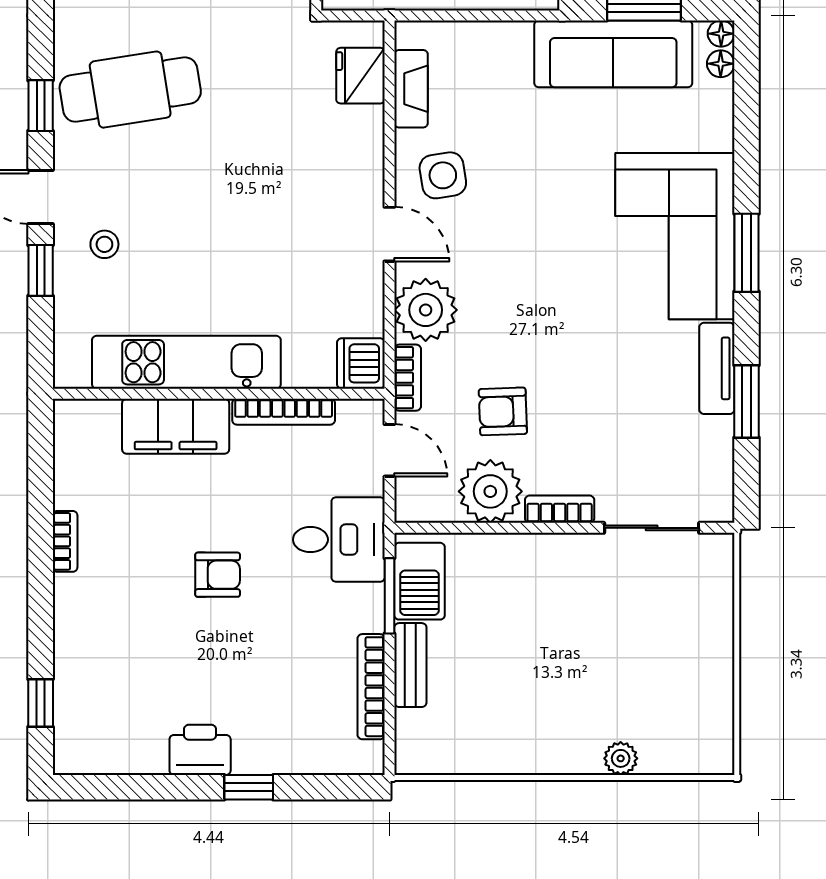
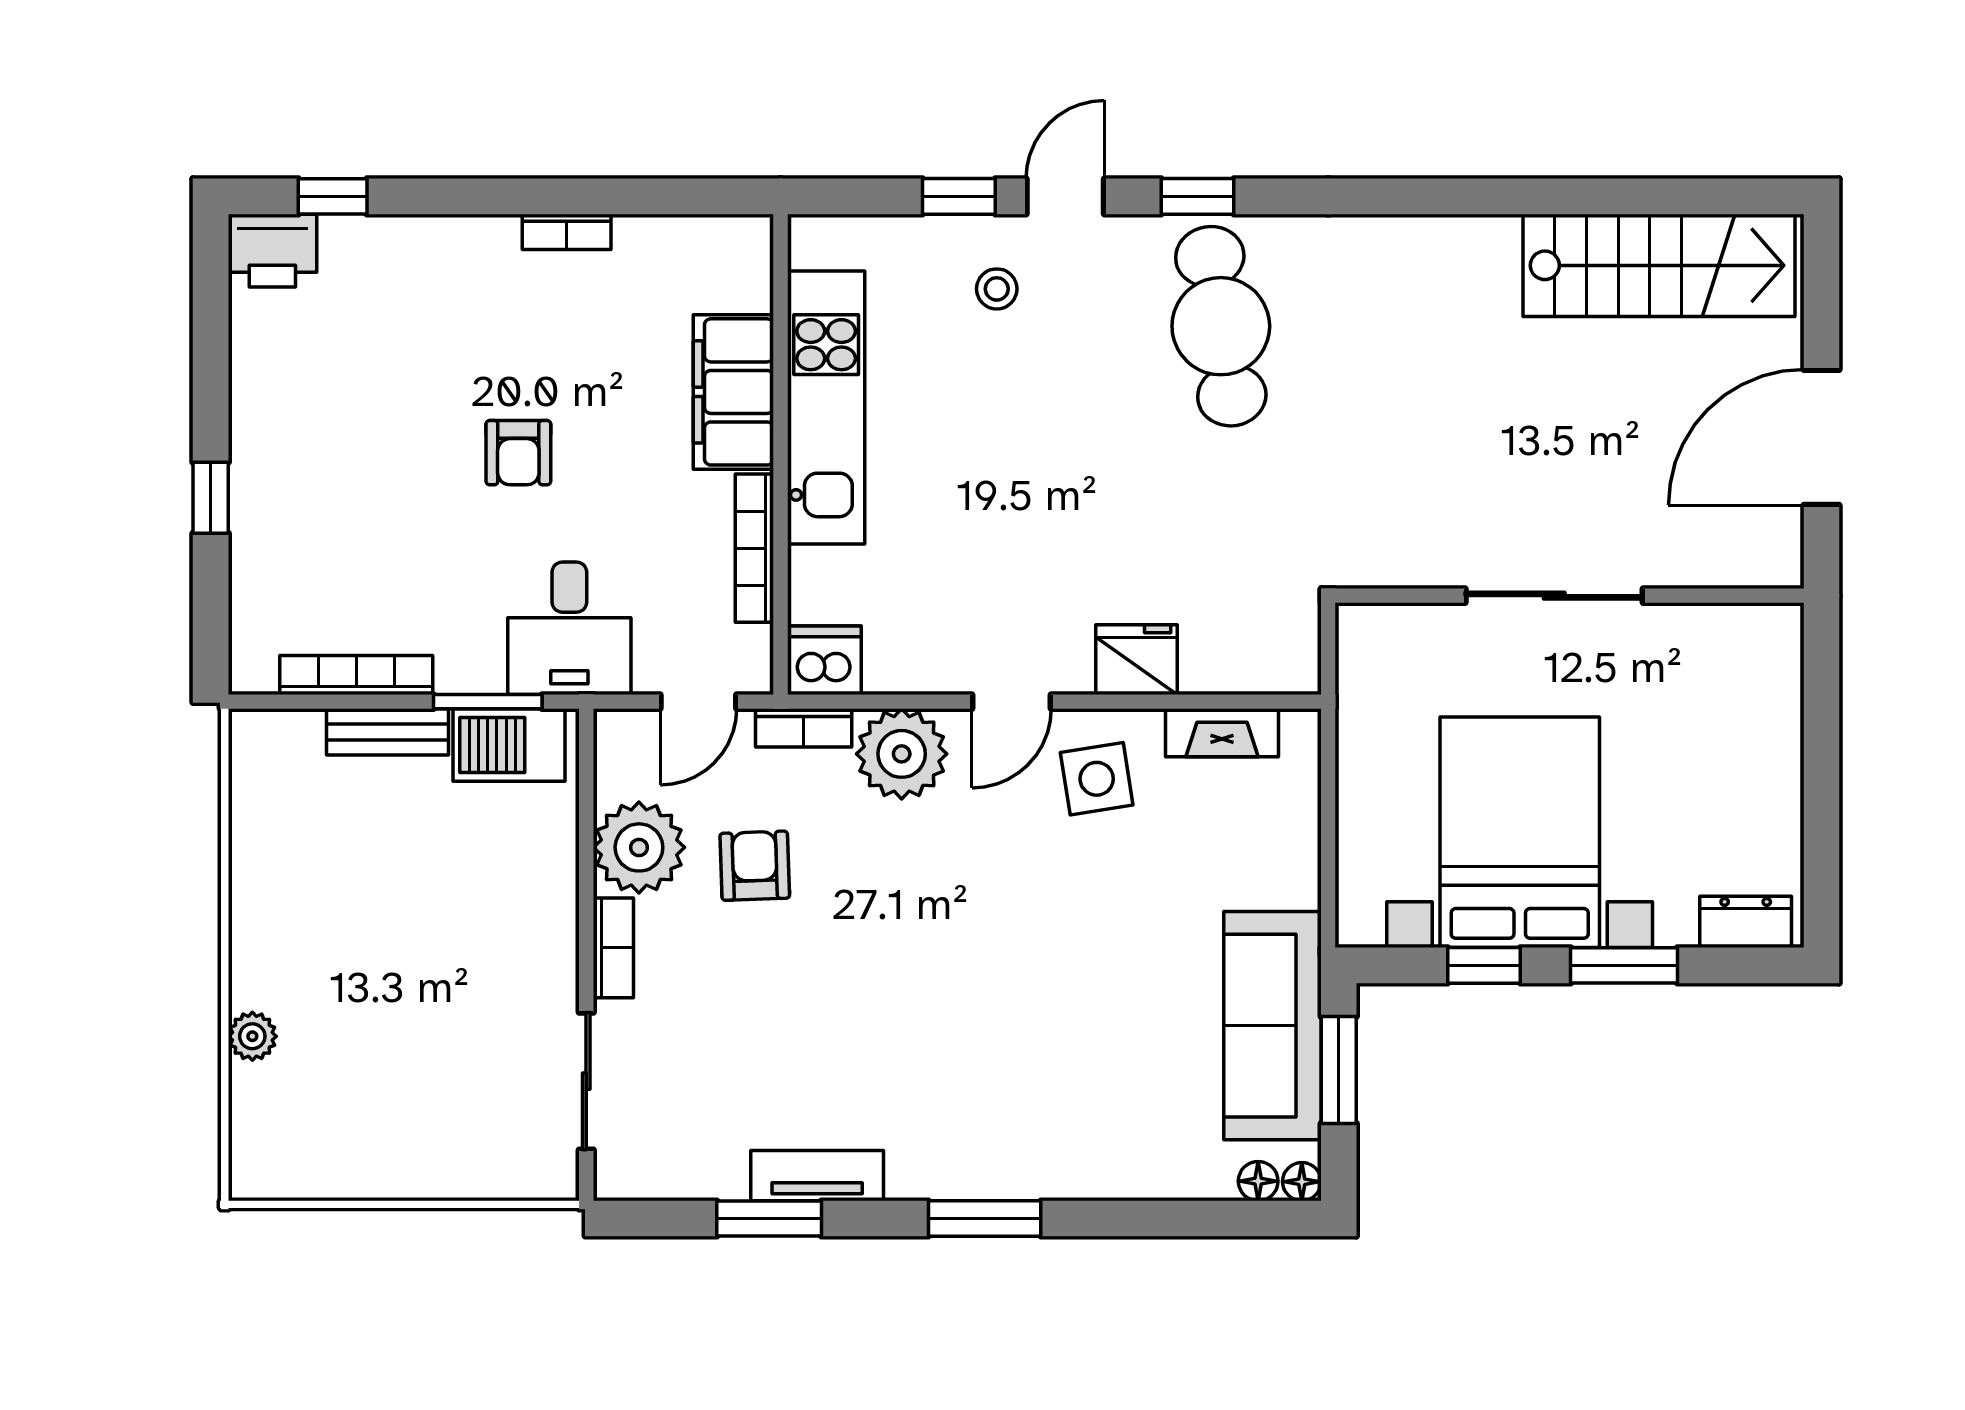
fridge: (360, 76) -> (1136, 660), moved
corner sofa: (675, 236) -> (1009, 1115), removed
printer: (200, 750) -> (272, 251), moved, turned 90

